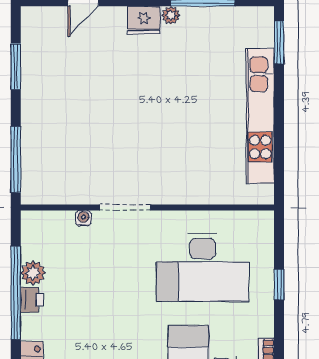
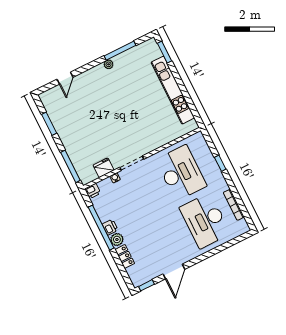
fridge: (144, 20) -> (104, 168), moved, turned 180
printer: (33, 222) -> (93, 191), added
desk: (203, 267) -> (181, 173), turned -90
plant: (33, 273) -> (117, 239), moved

